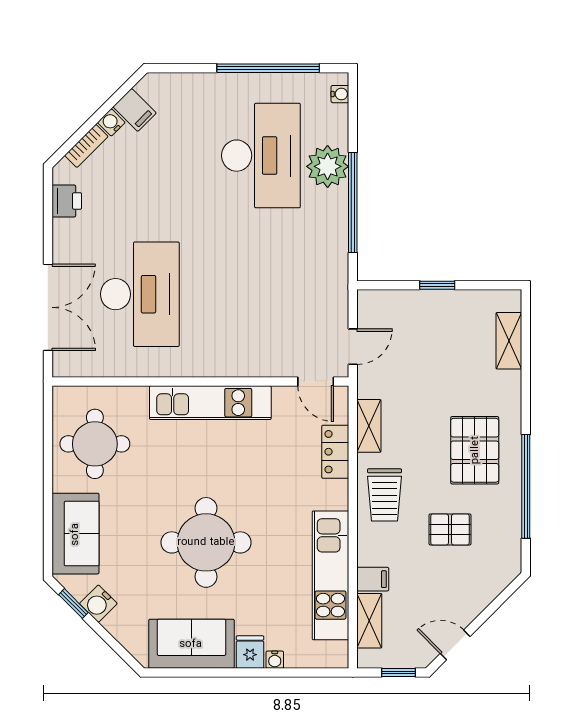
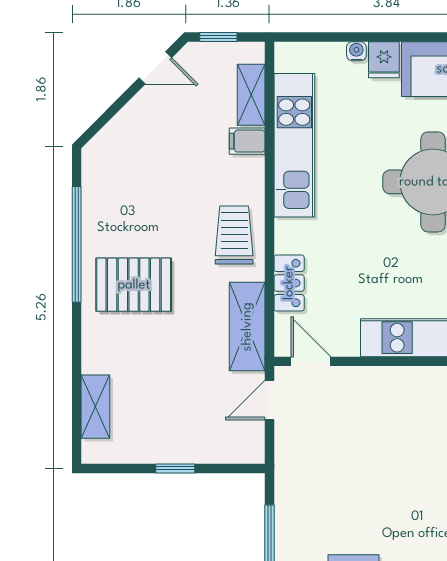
shelving: (369, 426) -> (247, 327), width x1.50, depth x1.33
pallet: (475, 450) -> (134, 285), turned 90
pallet: (450, 529) -> (161, 196), removed

